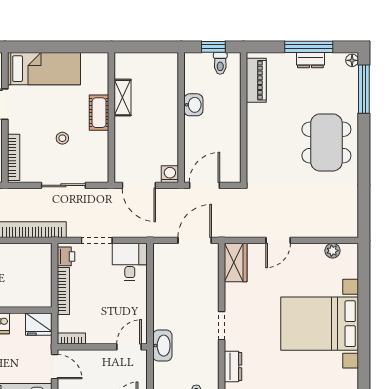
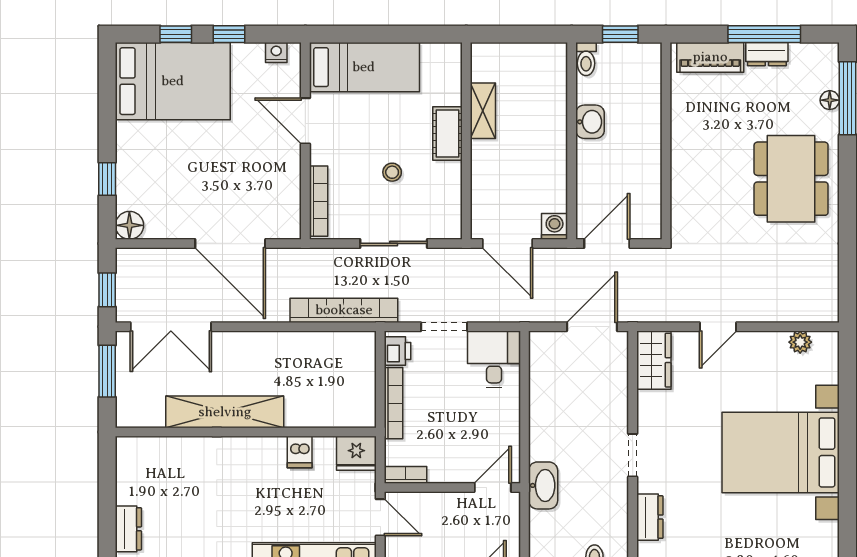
floor lamp: (352, 60) -> (830, 100), moved
toilet: (220, 63) -> (586, 59), moved
piano: (256, 80) -> (710, 57), moved, turned 90

